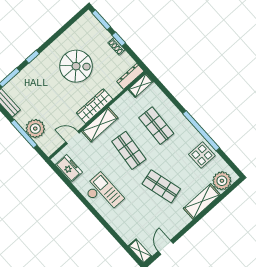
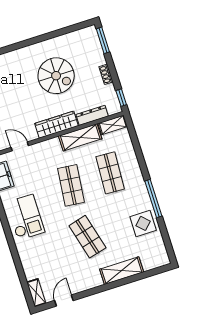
window: (119, 39) -> (121, 98), moved
window: (33, 57) -> (16, 46), removed
dresser: (130, 76) -> (92, 115), moved
shelving: (100, 125) -> (80, 137), moved
window: (201, 131) -> (153, 199), width x0.68
plant: (222, 181) -> (152, 259), removed

